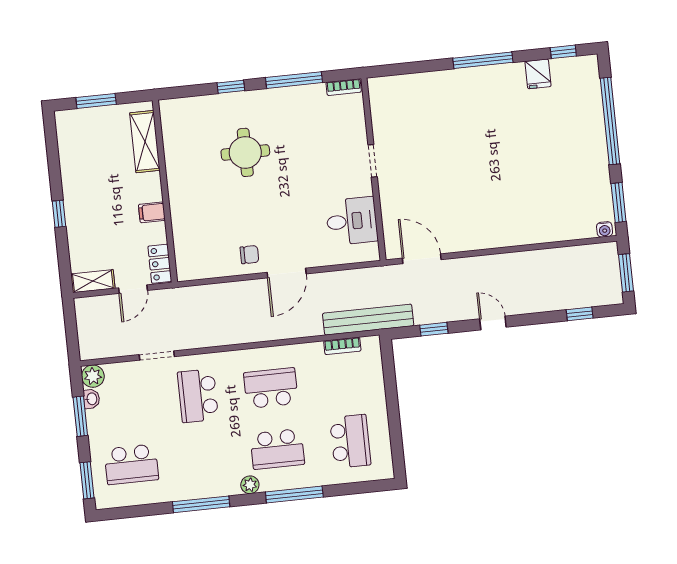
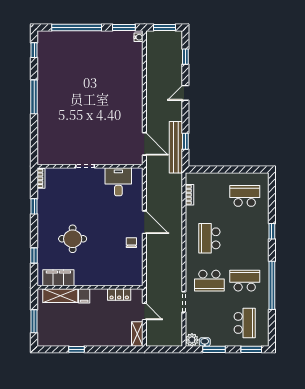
fridge: (538, 74) -> (45, 66), removed
window: (294, 80) -> (34, 206), width x0.46
window: (231, 87) -> (34, 256), moved
filing cabinet: (176, 135) -> (58, 278), added
filing cabinet: (152, 212) -> (84, 296), moved
window: (59, 214) -> (77, 349), moved
door: (422, 259) -> (144, 144), swing flipped
locker: (160, 264) -> (119, 295), moved
bench: (368, 320) -> (176, 147), moved
door: (493, 323) -> (185, 93), moved
school desk: (277, 449) -> (245, 281), moved, turned -90
plant: (250, 485) -> (264, 256), removed
window: (294, 495) -> (272, 231), width x0.46
window: (201, 504) -> (272, 285), width x1.46

